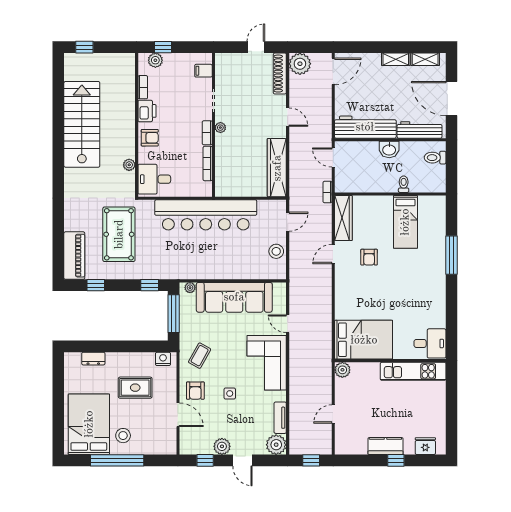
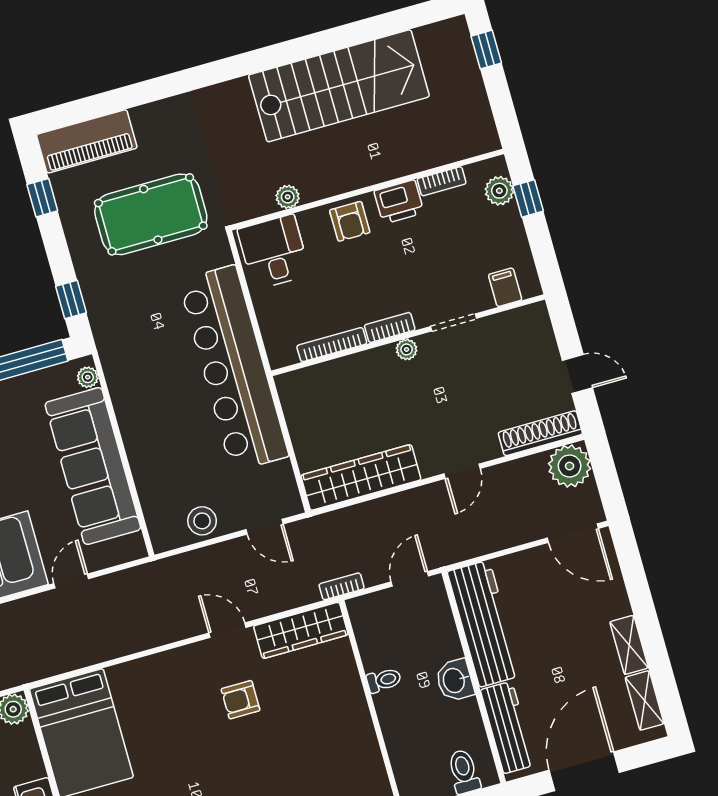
toilet: (404, 184) -> (384, 680), moved
bed: (405, 222) -> (327, 750), removed

